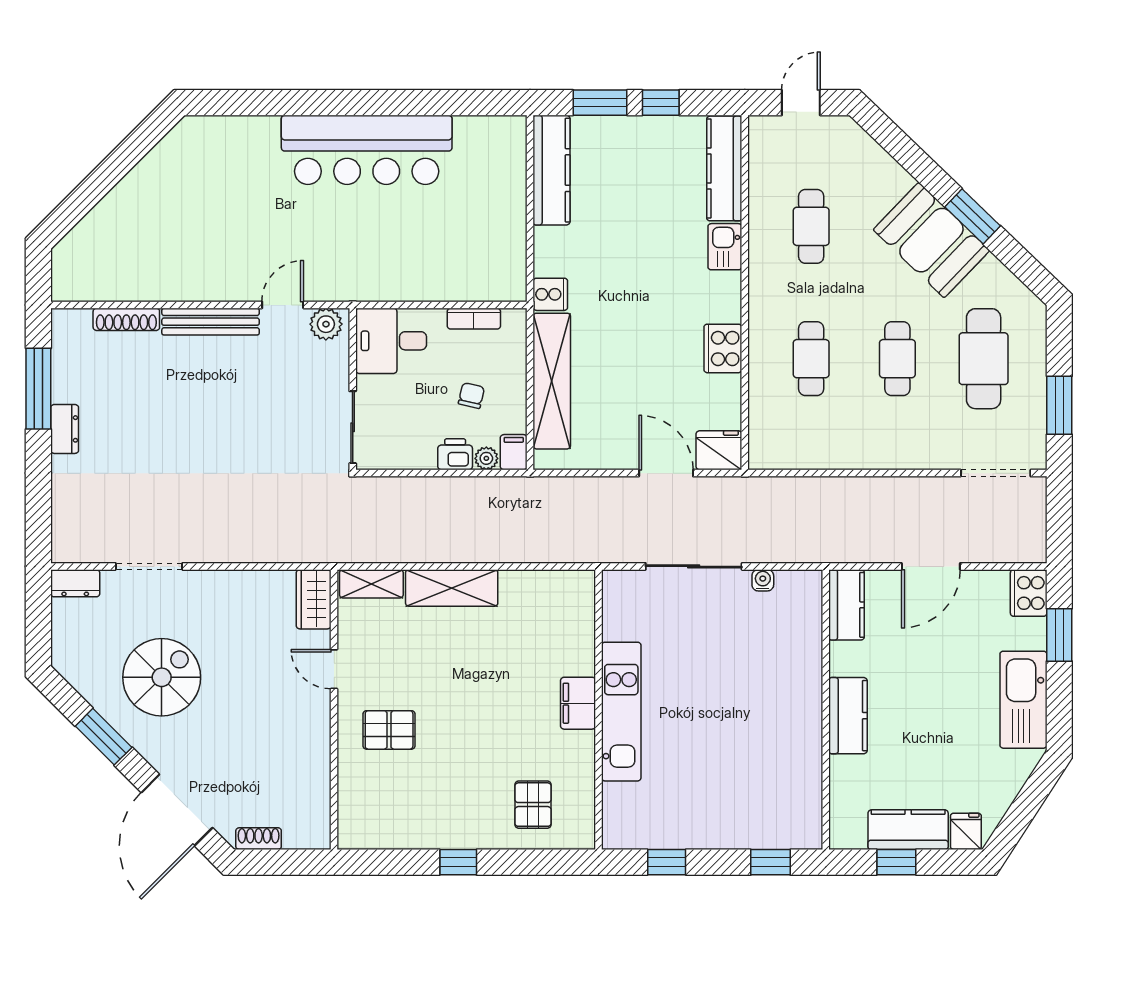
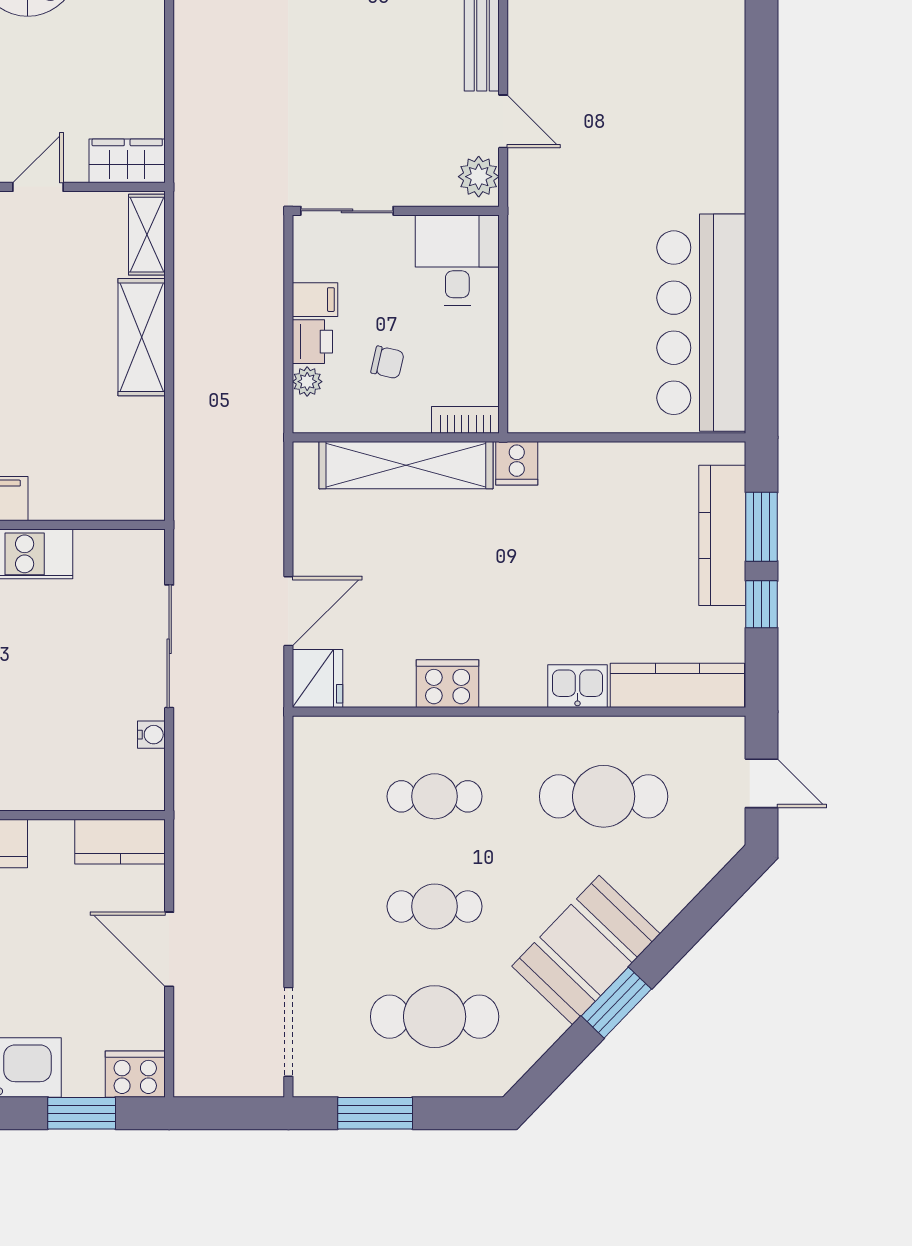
bar counter: (367, 150) -> (701, 323), moved
kitchen counter: (552, 170) -> (722, 535), moved, turned 90
cafe table: (811, 226) -> (604, 796), width x1.37, depth x1.35
bookcase: (474, 319) -> (465, 420), moved, turned 90
filing cabinet: (514, 452) -> (315, 300), moved

